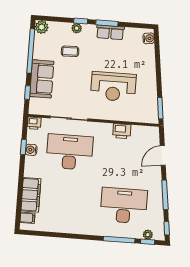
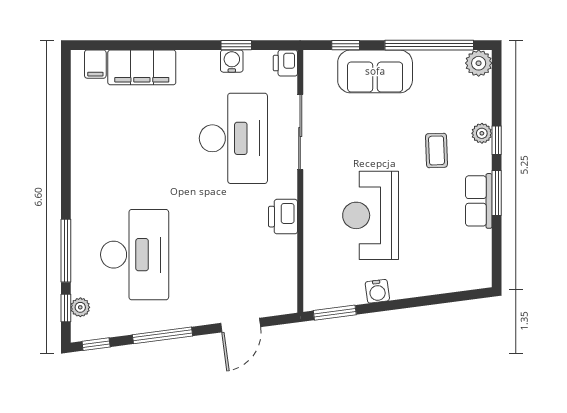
water cooler: (149, 38) -> (377, 291), moved
coffee table: (70, 51) -> (436, 150), moved
printer: (122, 131) -> (283, 217), moved
door: (163, 156) -> (241, 325), swing flipped

